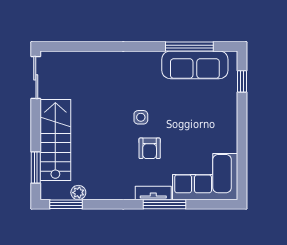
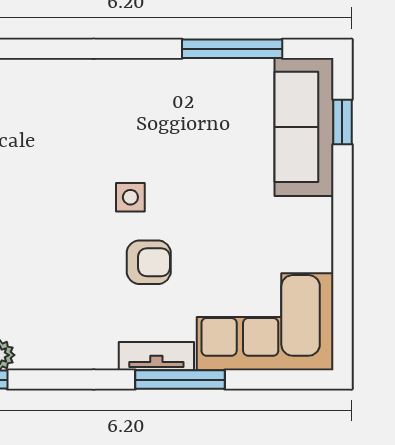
sofa: (195, 65) -> (304, 127), moved, turned 90
armchair: (150, 148) -> (149, 262), turned -90

